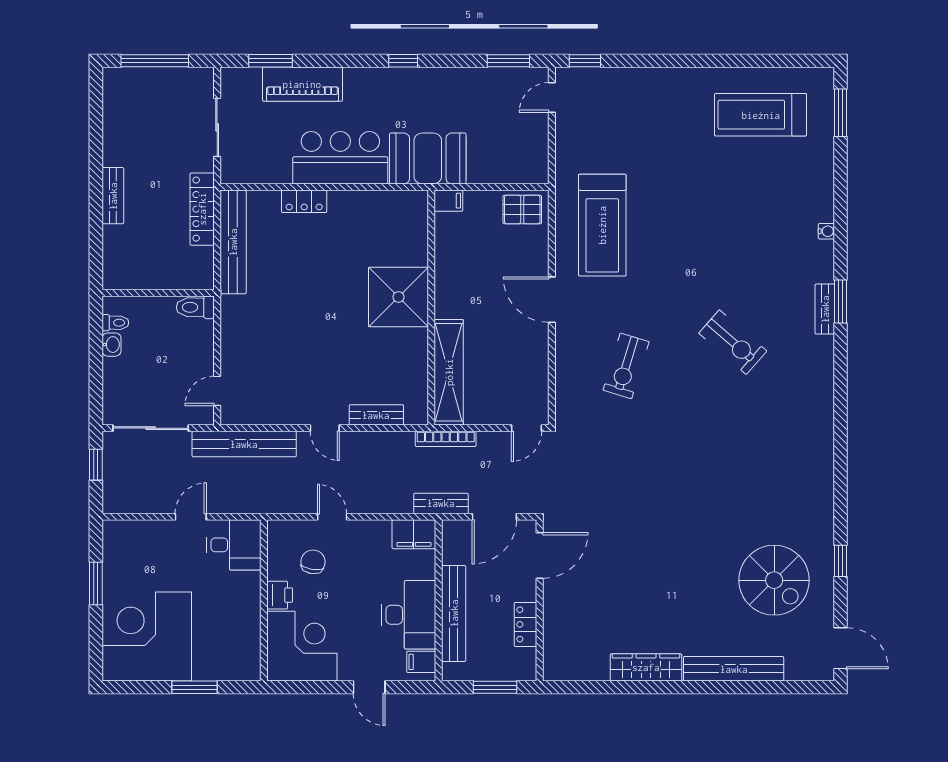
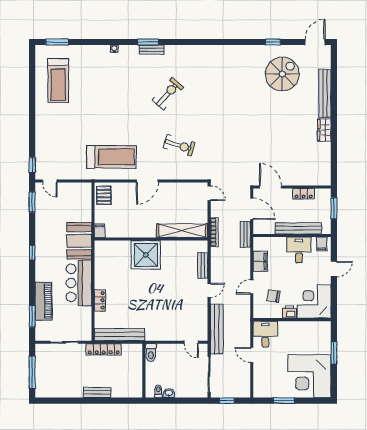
filing cabinet: (414, 534) -> (260, 261), moved
desk: (409, 615) -> (299, 250), width x0.73
wardrobe: (646, 667) -> (324, 130), width x0.67

